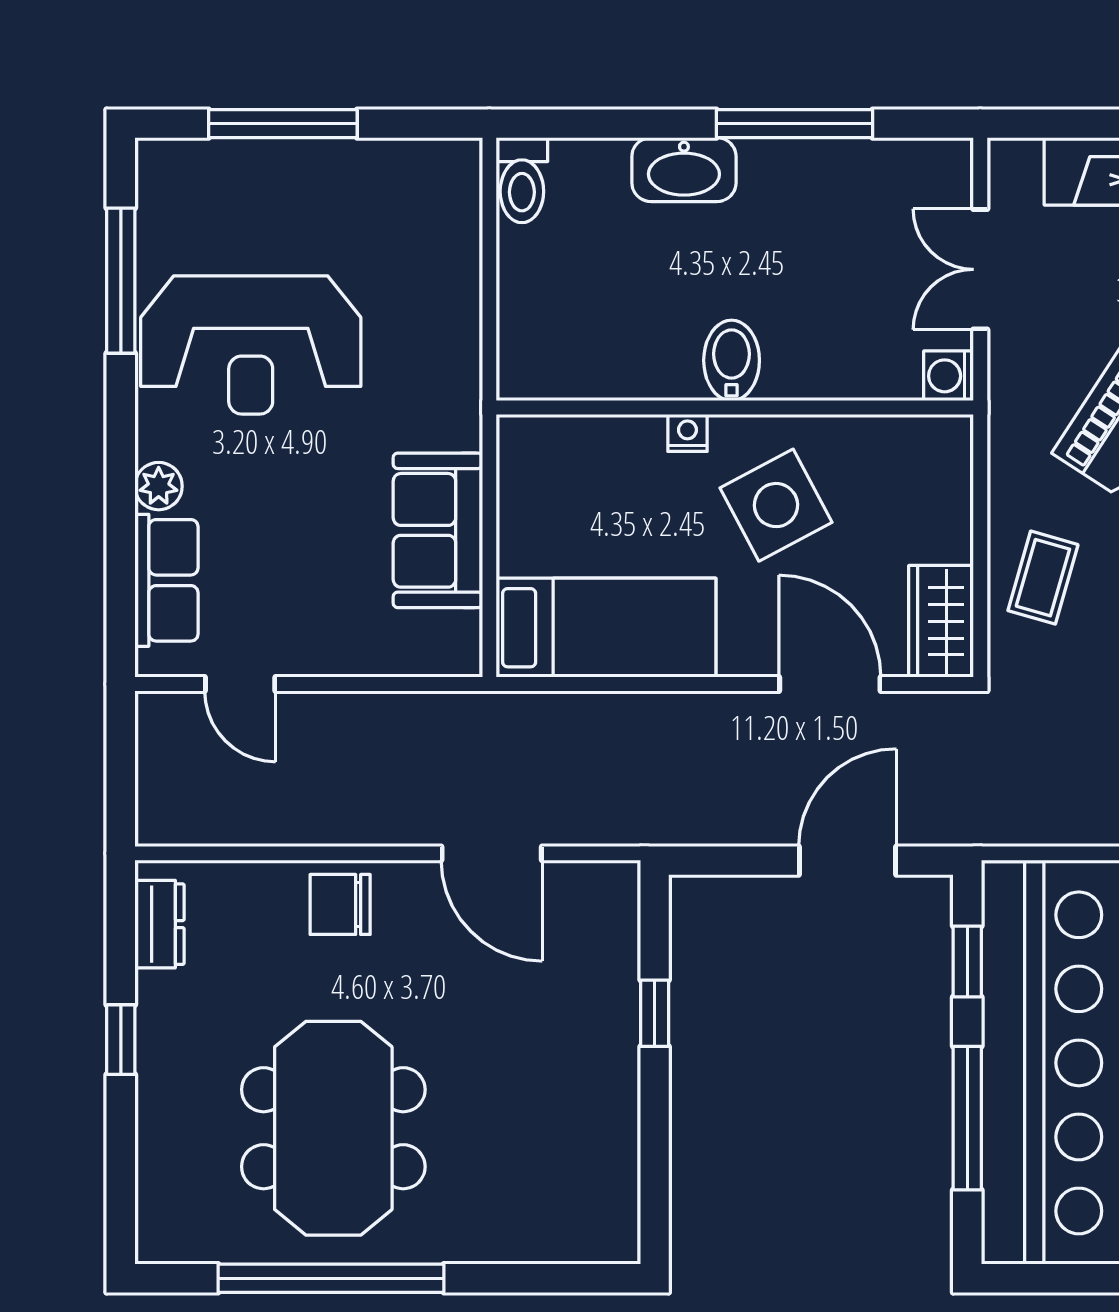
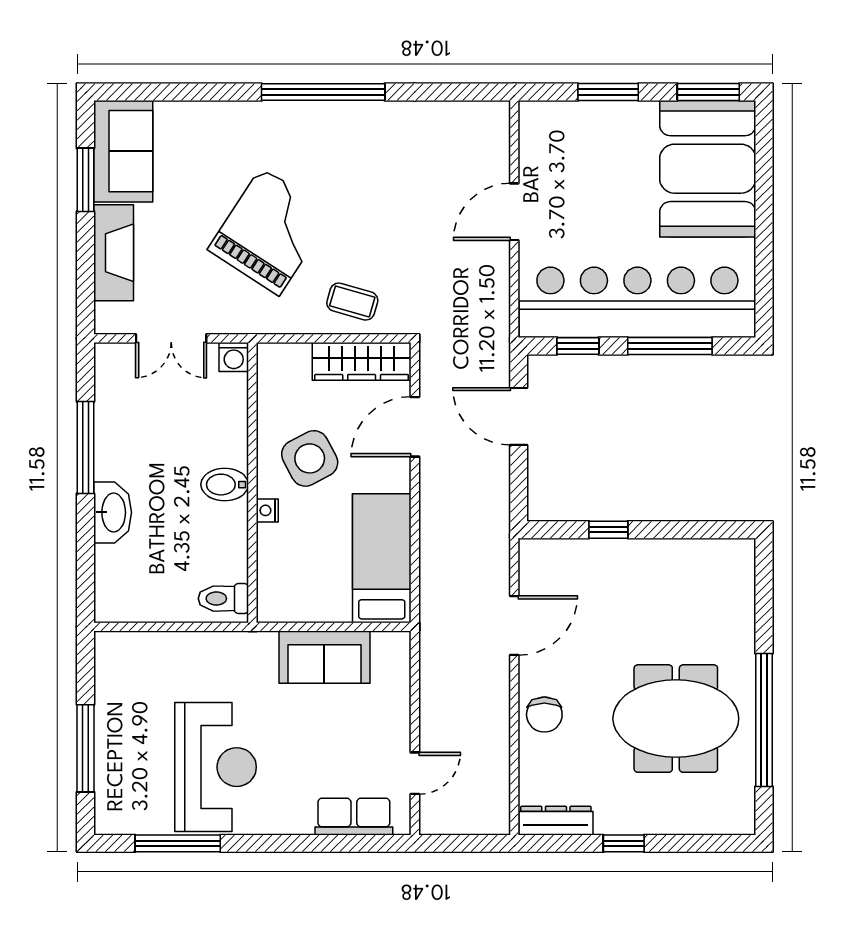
toilet: (522, 180) -> (223, 599), moved, turned 180
plant: (159, 486) -> (299, 821), removed
wardrobe: (941, 621) -> (362, 361), width x1.50
dresser: (160, 924) -> (556, 821), width x1.44

